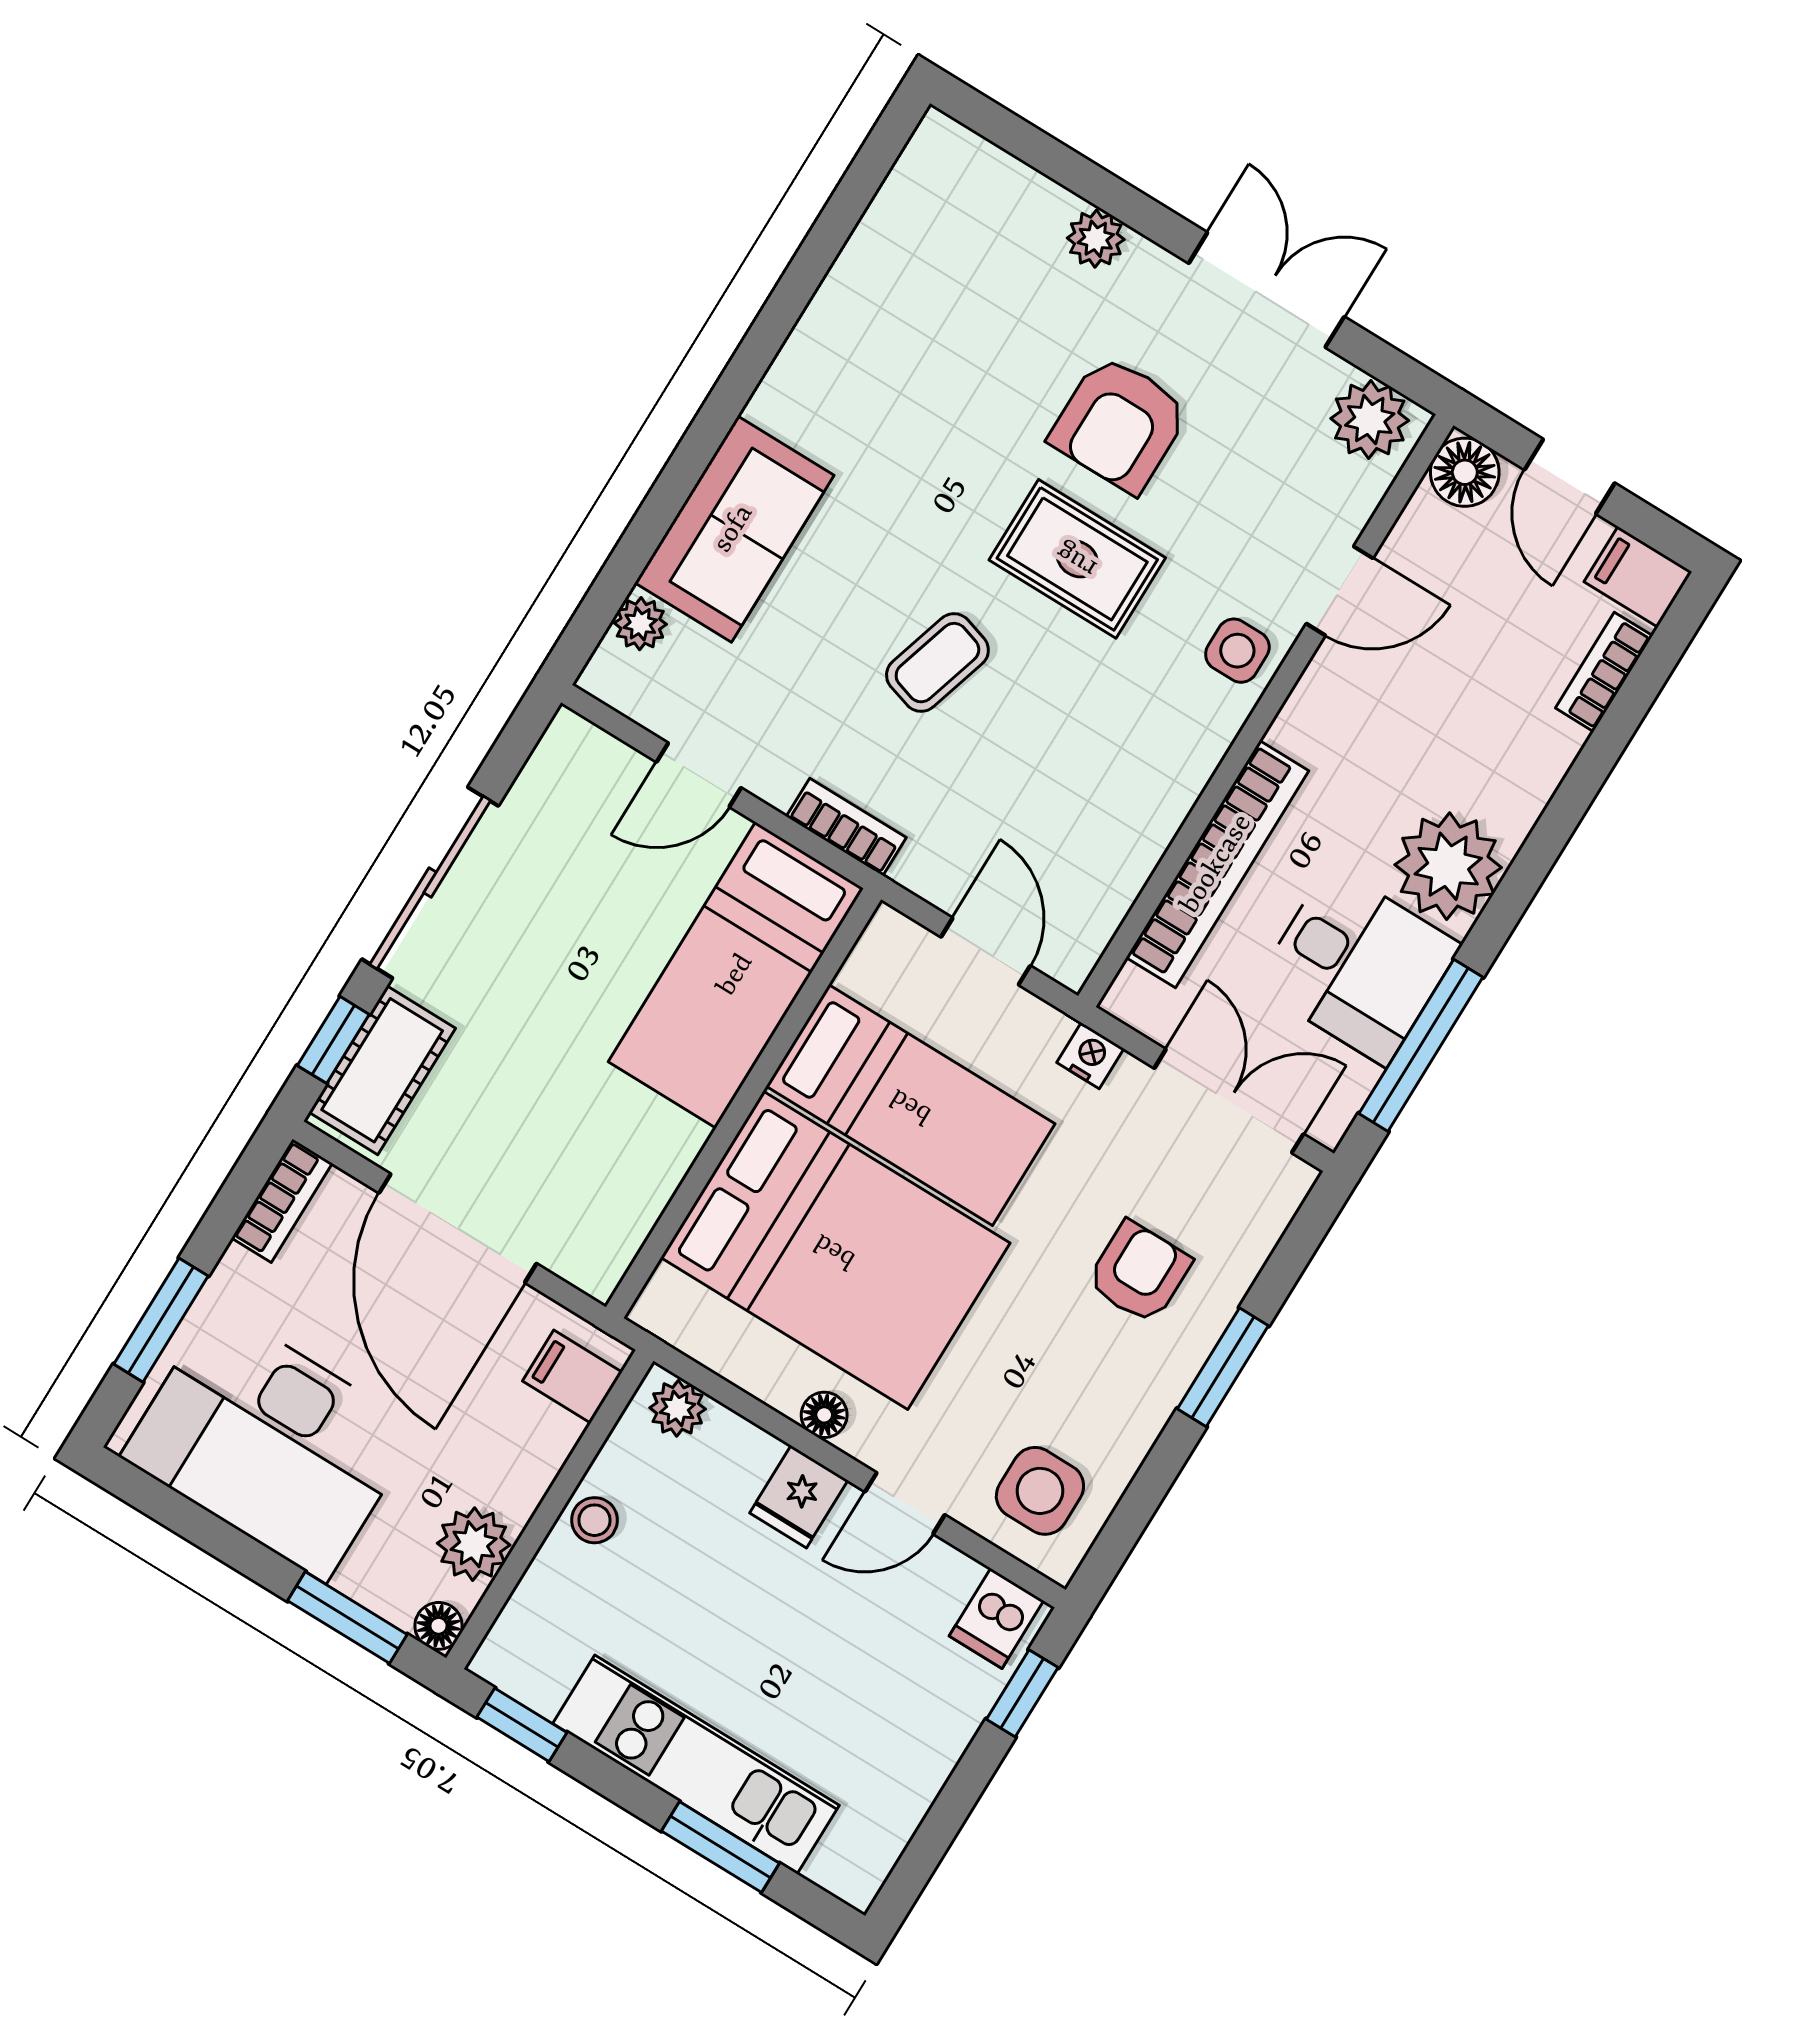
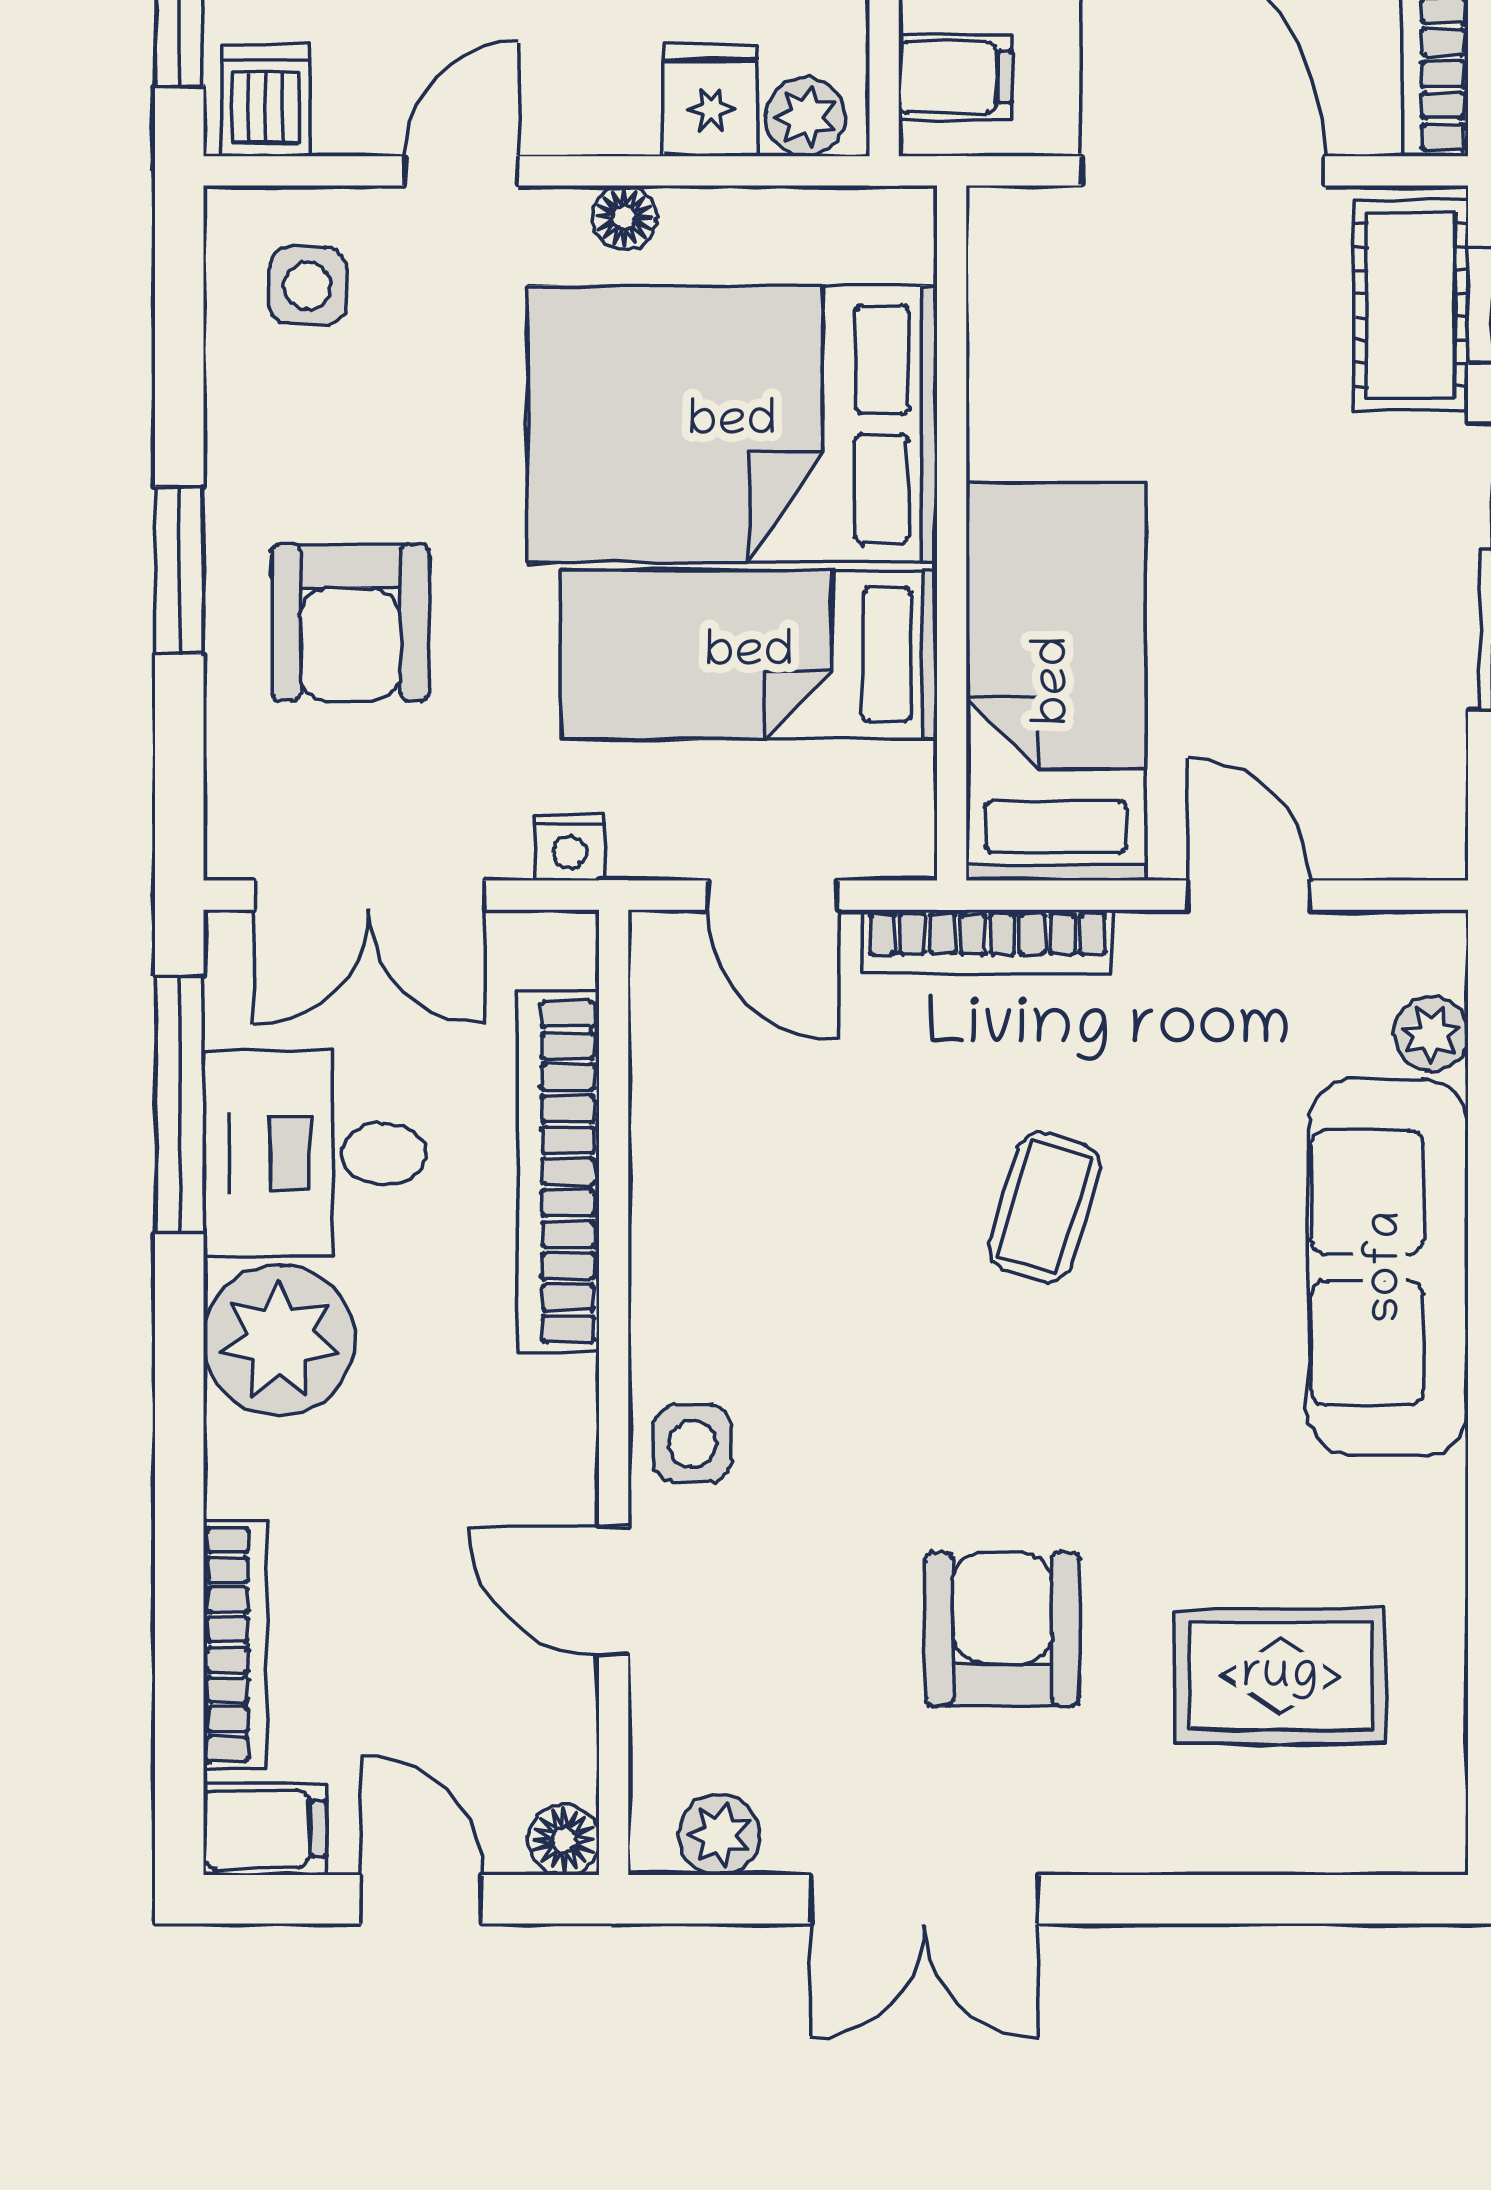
plant: (1096, 239) -> (1168, 1835), removed
plant: (1370, 419) -> (719, 1835), width x0.73, depth x0.73
floor lamp: (1465, 472) -> (564, 1840), width x0.73, depth x0.73
sofa: (734, 529) -> (1388, 1267), width x1.36
rug: (1077, 559) -> (1280, 1676), moved
door: (1340, 591) -> (614, 1591), hinge flipped
bookcase: (1604, 672) -> (235, 1645), width x1.56
door: (699, 775) -> (1249, 895), hinge flipped
bookcase: (846, 827) -> (988, 942), width x1.56
armchair: (1139, 1272) -> (350, 622), width x1.38, depth x1.38
side table: (1040, 1491) -> (308, 286), width x0.73, depth x0.73
fridge: (799, 1497) -> (711, 100), moved

